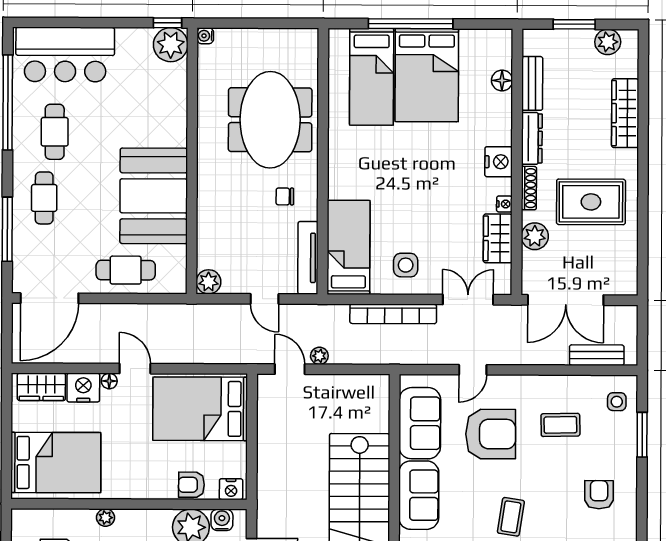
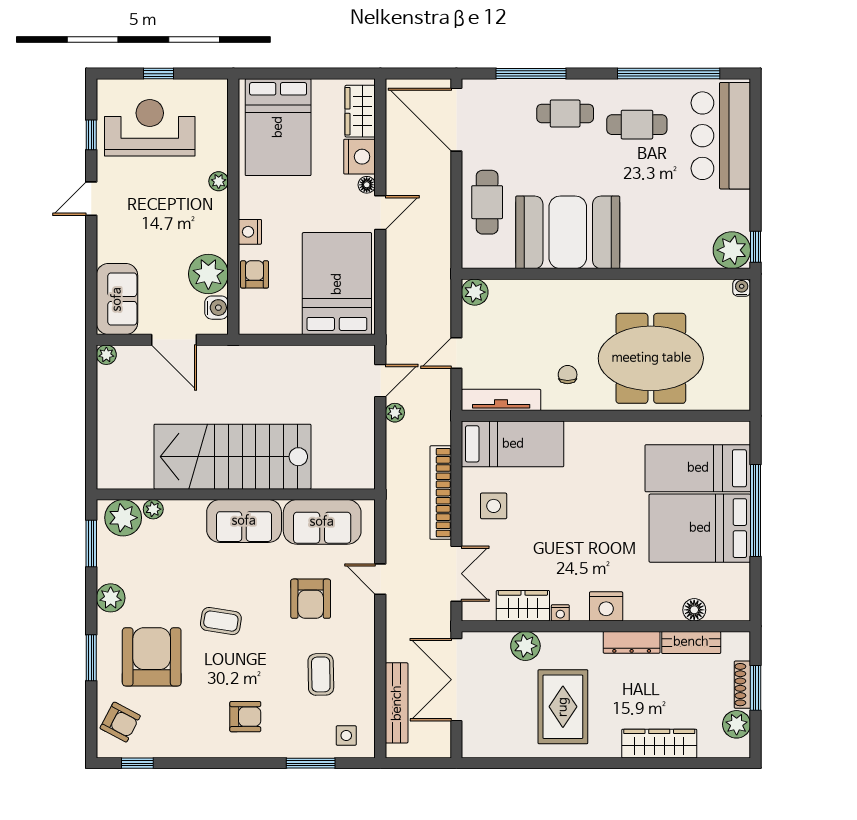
shoe rack: (529, 188) -> (742, 685), moved, turned 90
bench: (597, 355) -> (397, 703), width x1.36
armchair: (491, 434) -> (311, 599), width x0.73, depth x0.73
nightstand: (231, 489) -> (250, 232), moved

